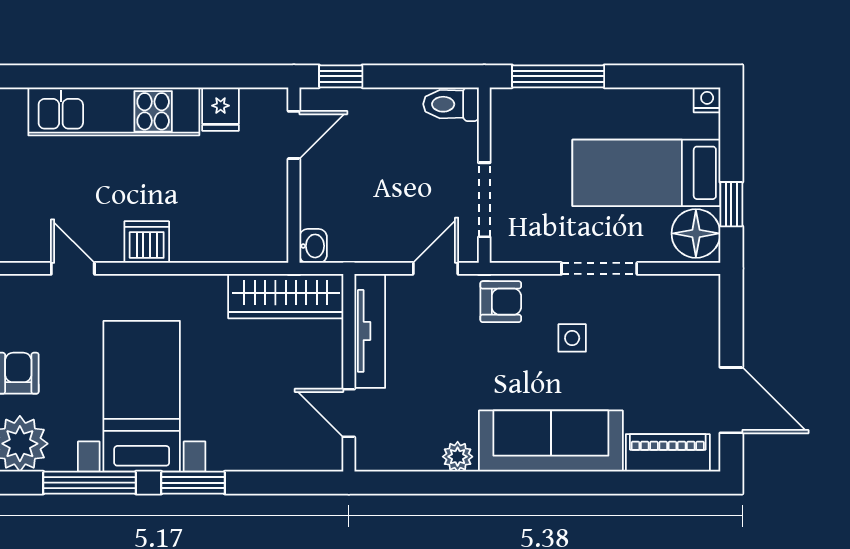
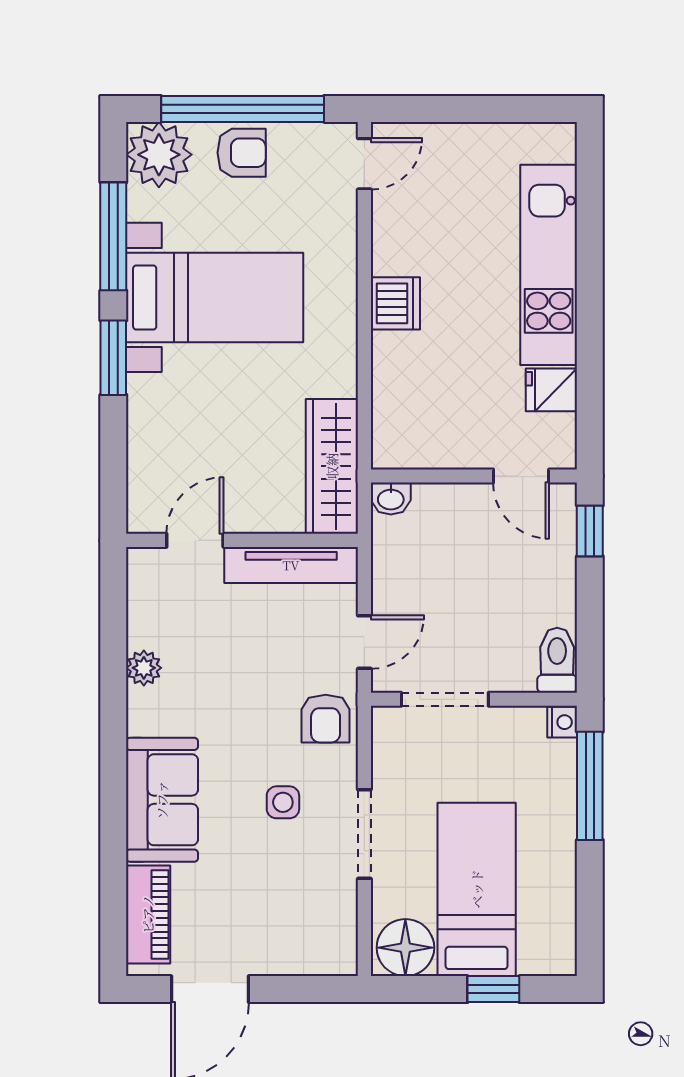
nightstand: (707, 100) -> (562, 722), moved
window: (731, 204) -> (493, 989), moved
door: (73, 268) -> (364, 164), moved
door: (436, 268) -> (364, 642), hinge flipped
sofa: (551, 441) -> (162, 800), width x0.73

